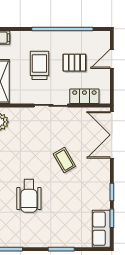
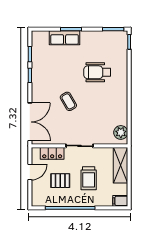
door: (112, 59) -> (30, 172), moved
wheelchair: (29, 196) -> (97, 72), turned -90
row of seats: (101, 229) -> (65, 38), moved, turned 90

